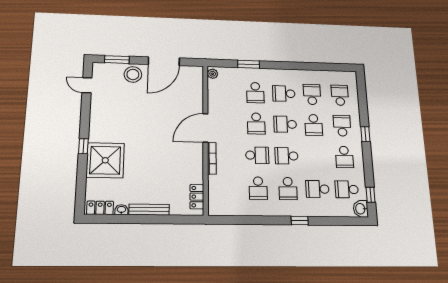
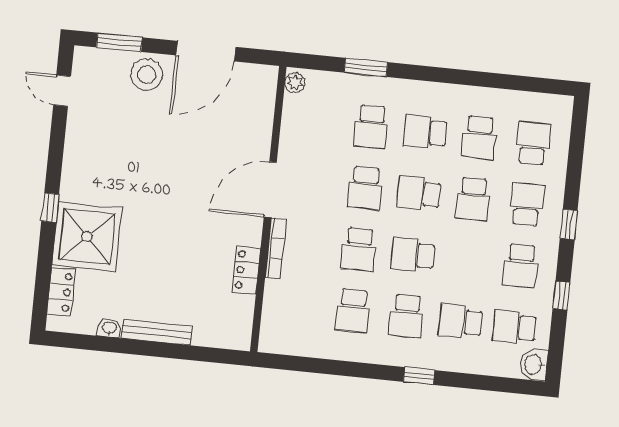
school desk: (312, 94) -> (479, 138), turned 180
school desk: (257, 155) -> (359, 249), turned 90
window: (370, 195) -> (561, 296), moved
locker: (197, 197) -> (246, 270), moved
locker: (100, 208) -> (61, 292), moved, turned 90

